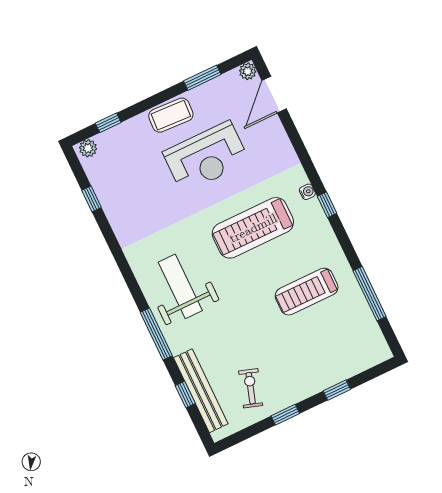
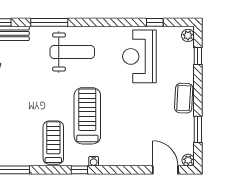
reception desk: (206, 157) -> (139, 56), moved
treadmill: (307, 292) -> (53, 143), moved

